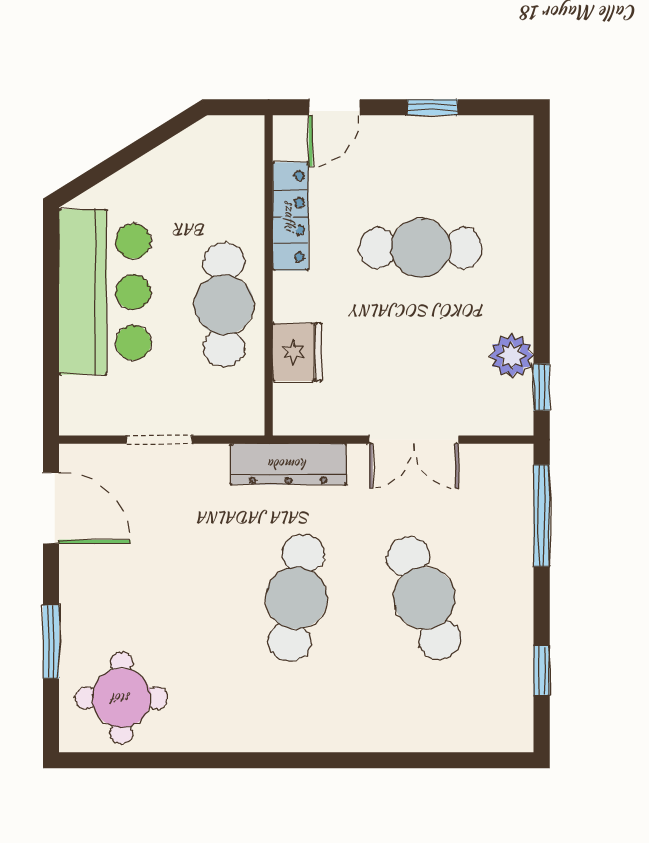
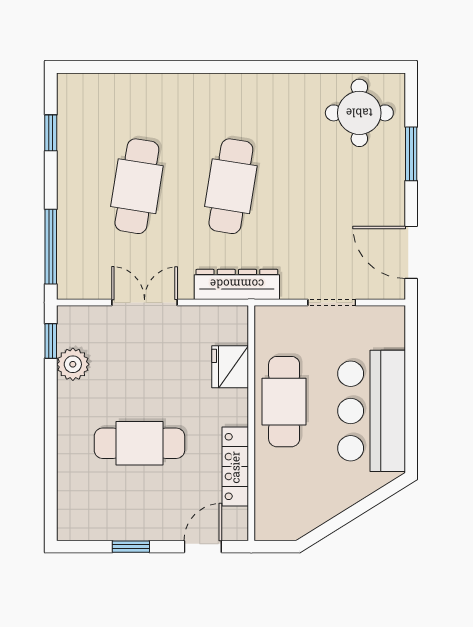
cafe table: (424, 598) -> (137, 186), turned 30

